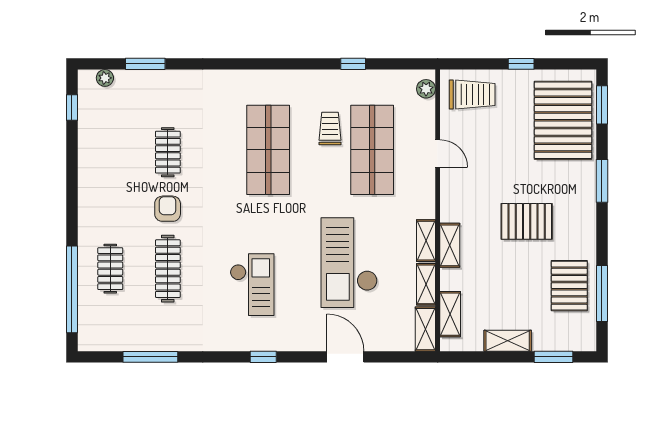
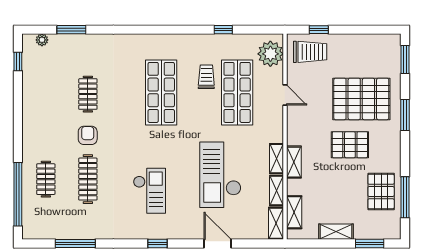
window: (521, 64) -> (319, 30), moved
plant: (426, 89) -> (270, 54), width x1.88, depth x1.88
pallet: (563, 120) -> (361, 99), moved, turned 90

